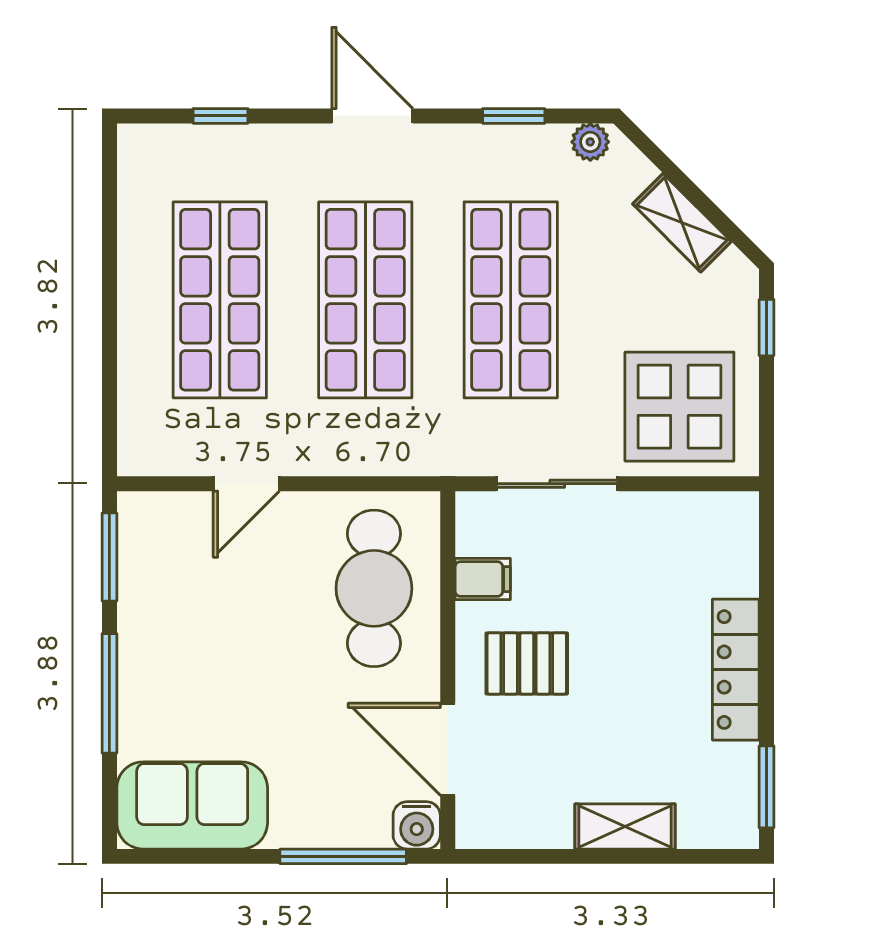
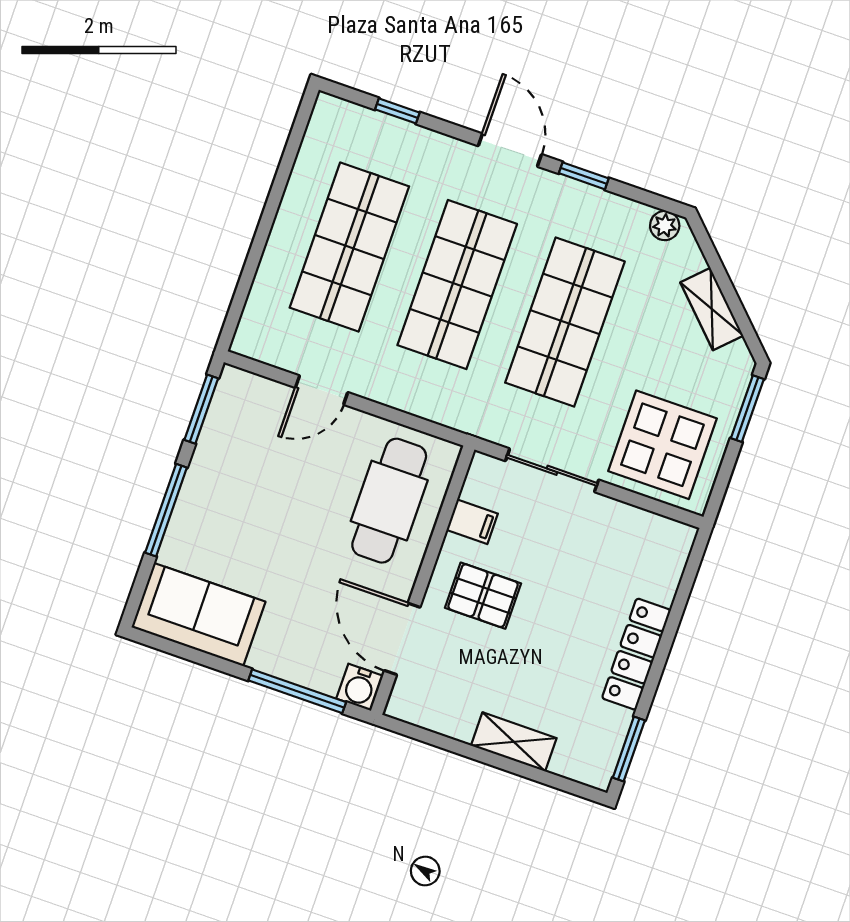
window: (514, 116) -> (584, 176), moved
window: (766, 328) -> (747, 409), width x1.50

